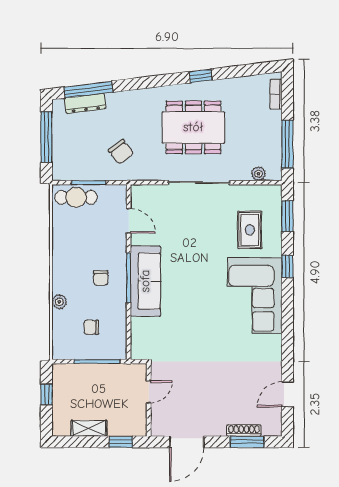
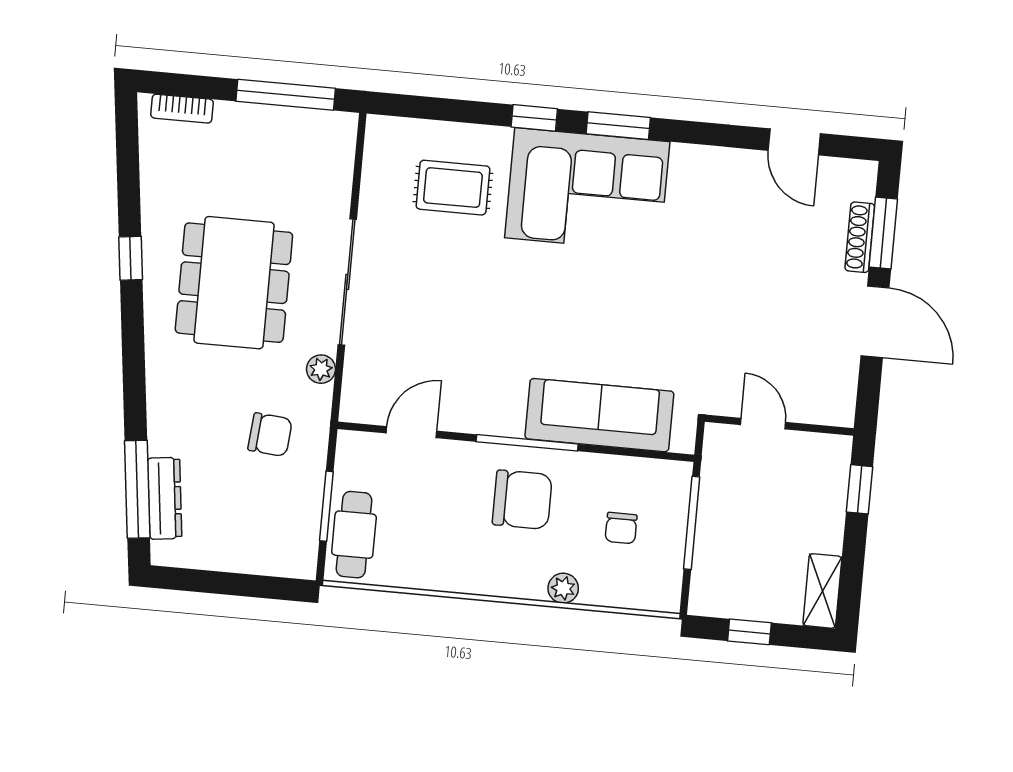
window: (46, 137) -> (226, 583), removed
chair: (121, 152) -> (270, 435), turned 42
plant: (259, 174) -> (321, 369), moved
window: (287, 216) -> (618, 126), moved
chair: (101, 278) -> (522, 500), width x1.87, depth x1.87
sofa: (145, 281) -> (599, 415), moved
shelving: (89, 428) -> (822, 591), moved
door: (187, 442) -> (875, 322), moved

